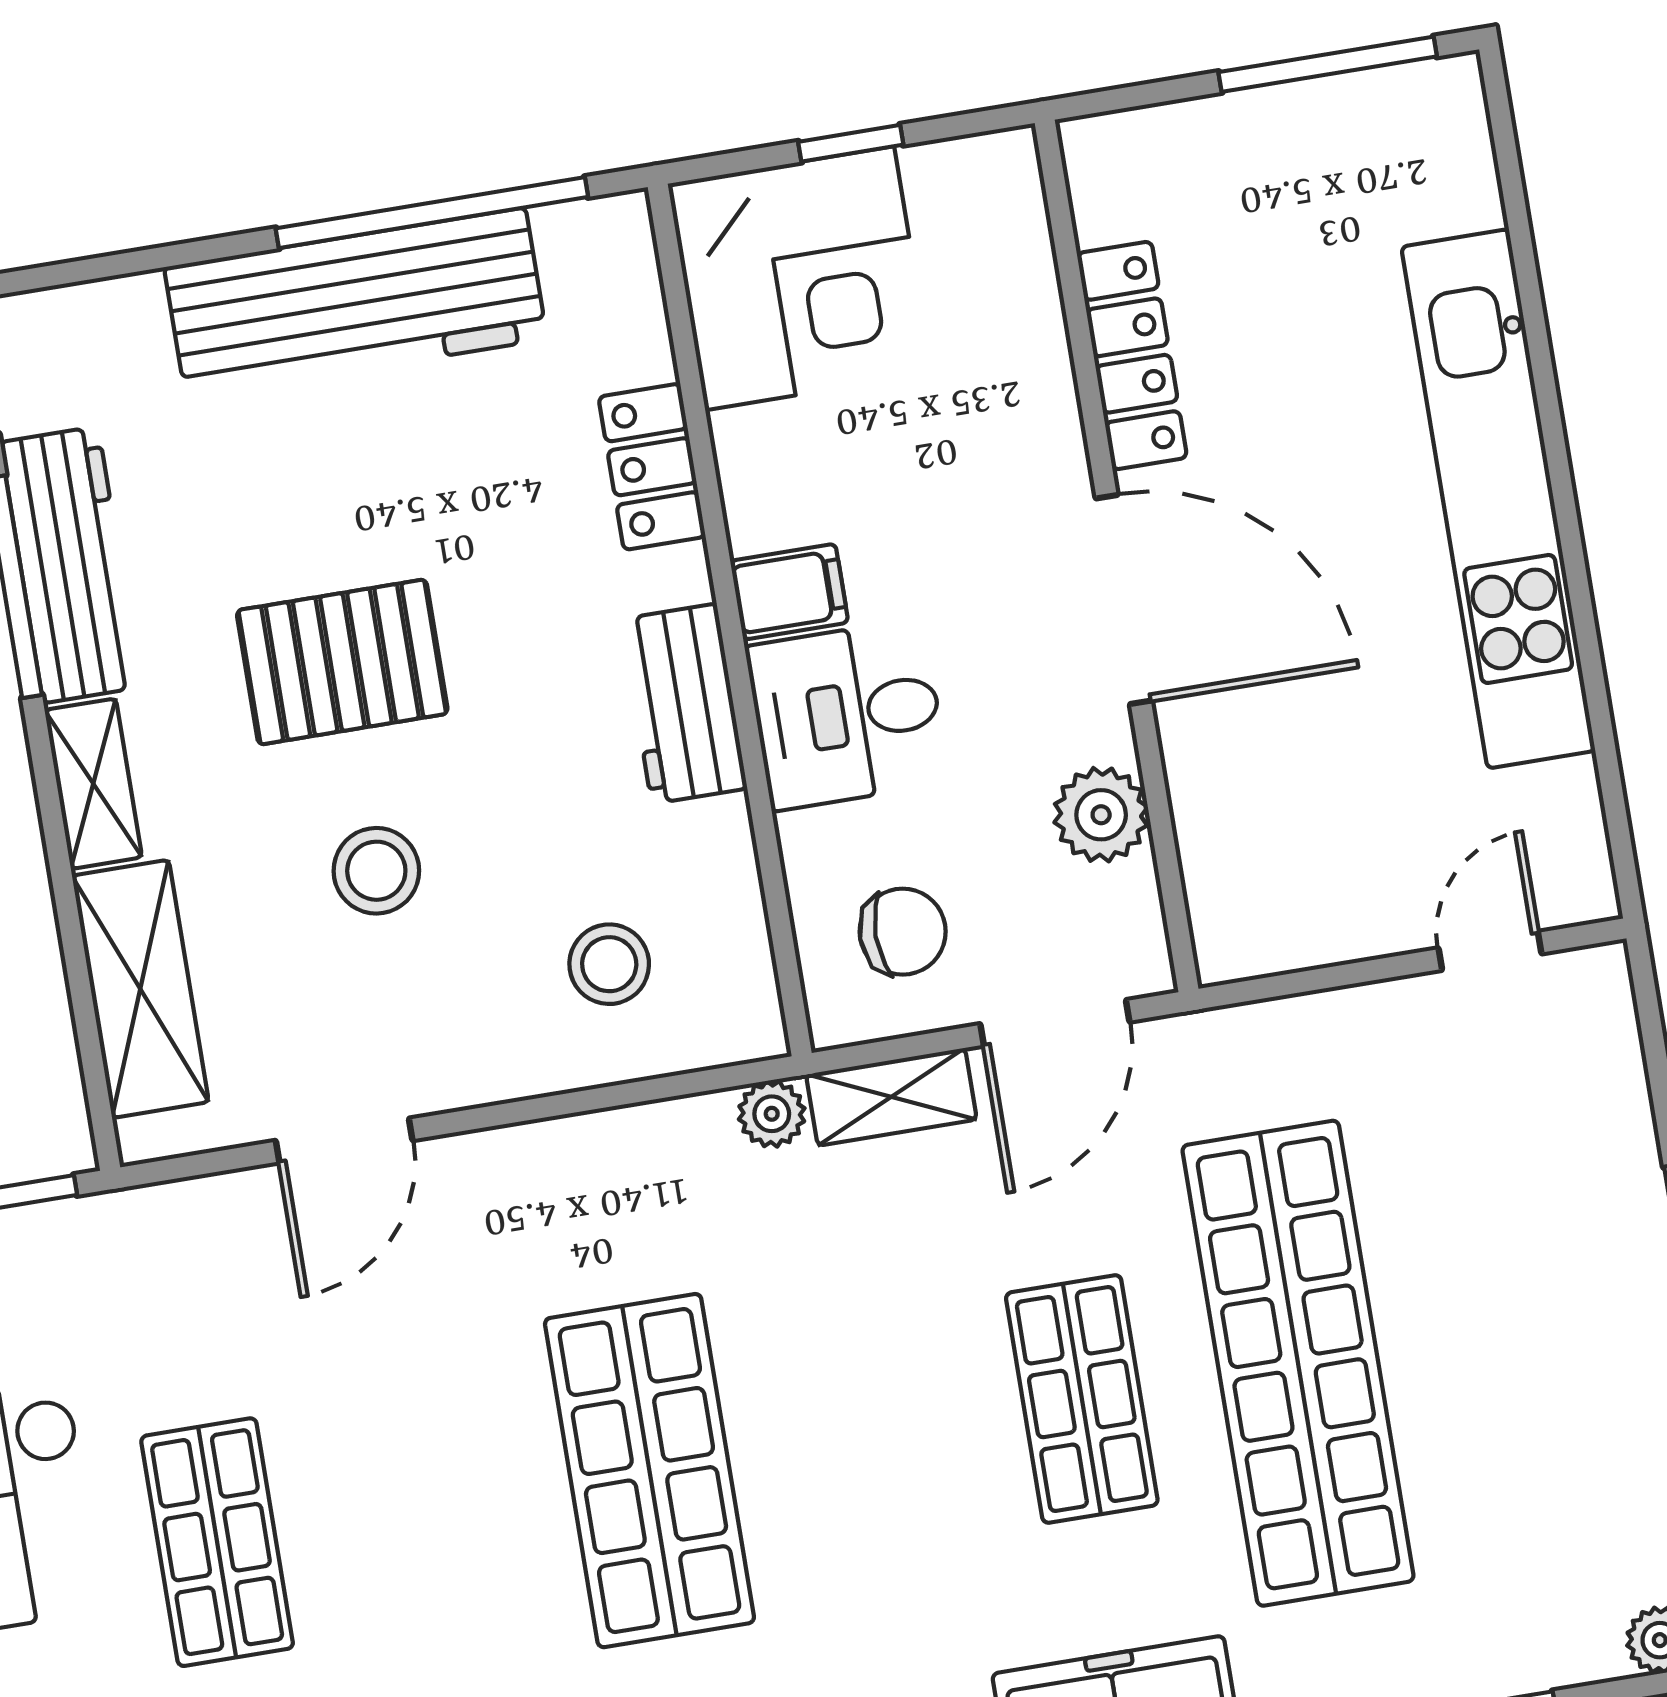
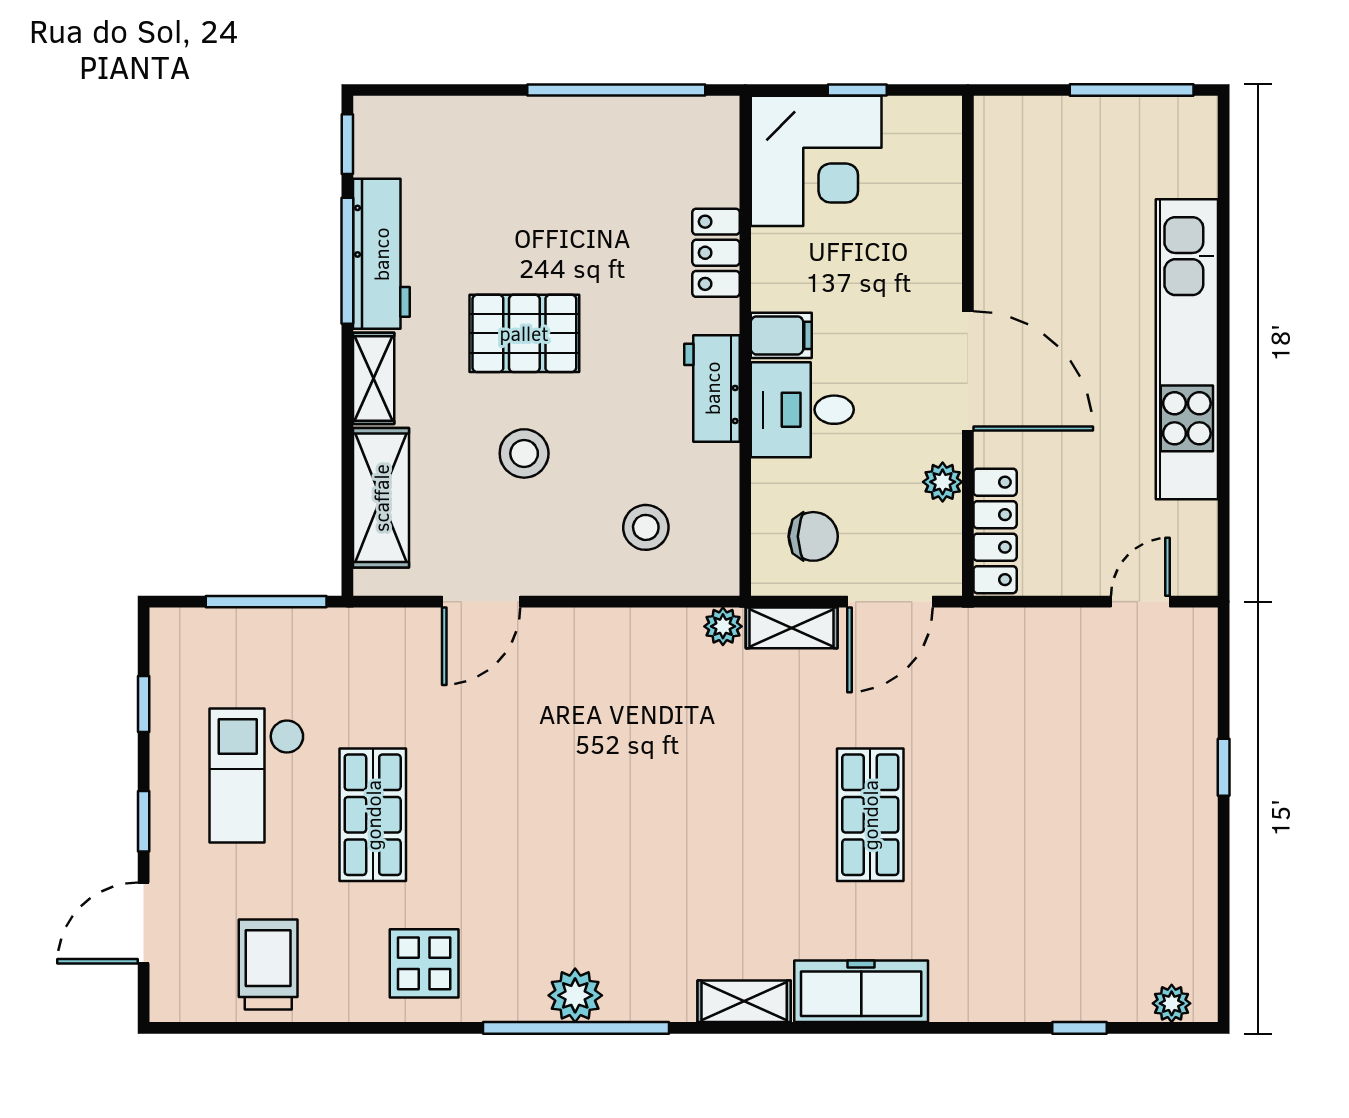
workbench: (356, 303) -> (565, 134), removed
locker: (1132, 356) -> (995, 531), moved
plant: (1101, 815) -> (943, 482), width x0.73, depth x0.73
shop shelf: (1298, 1363) -> (995, 815), removed
shop shelf: (649, 1471) -> (621, 815), removed

